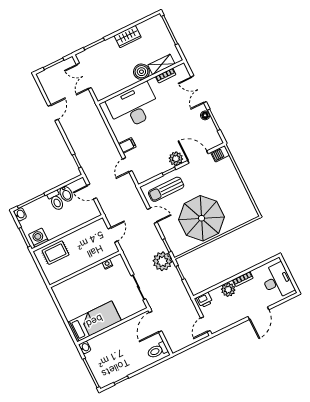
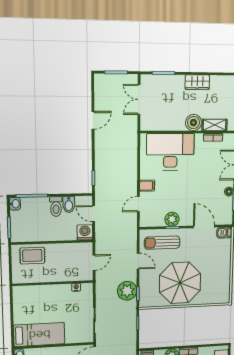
plant: (176, 159) -> (172, 219), moved
washing machine: (38, 238) -> (85, 232), moved
plant: (162, 261) -> (127, 291), moved

